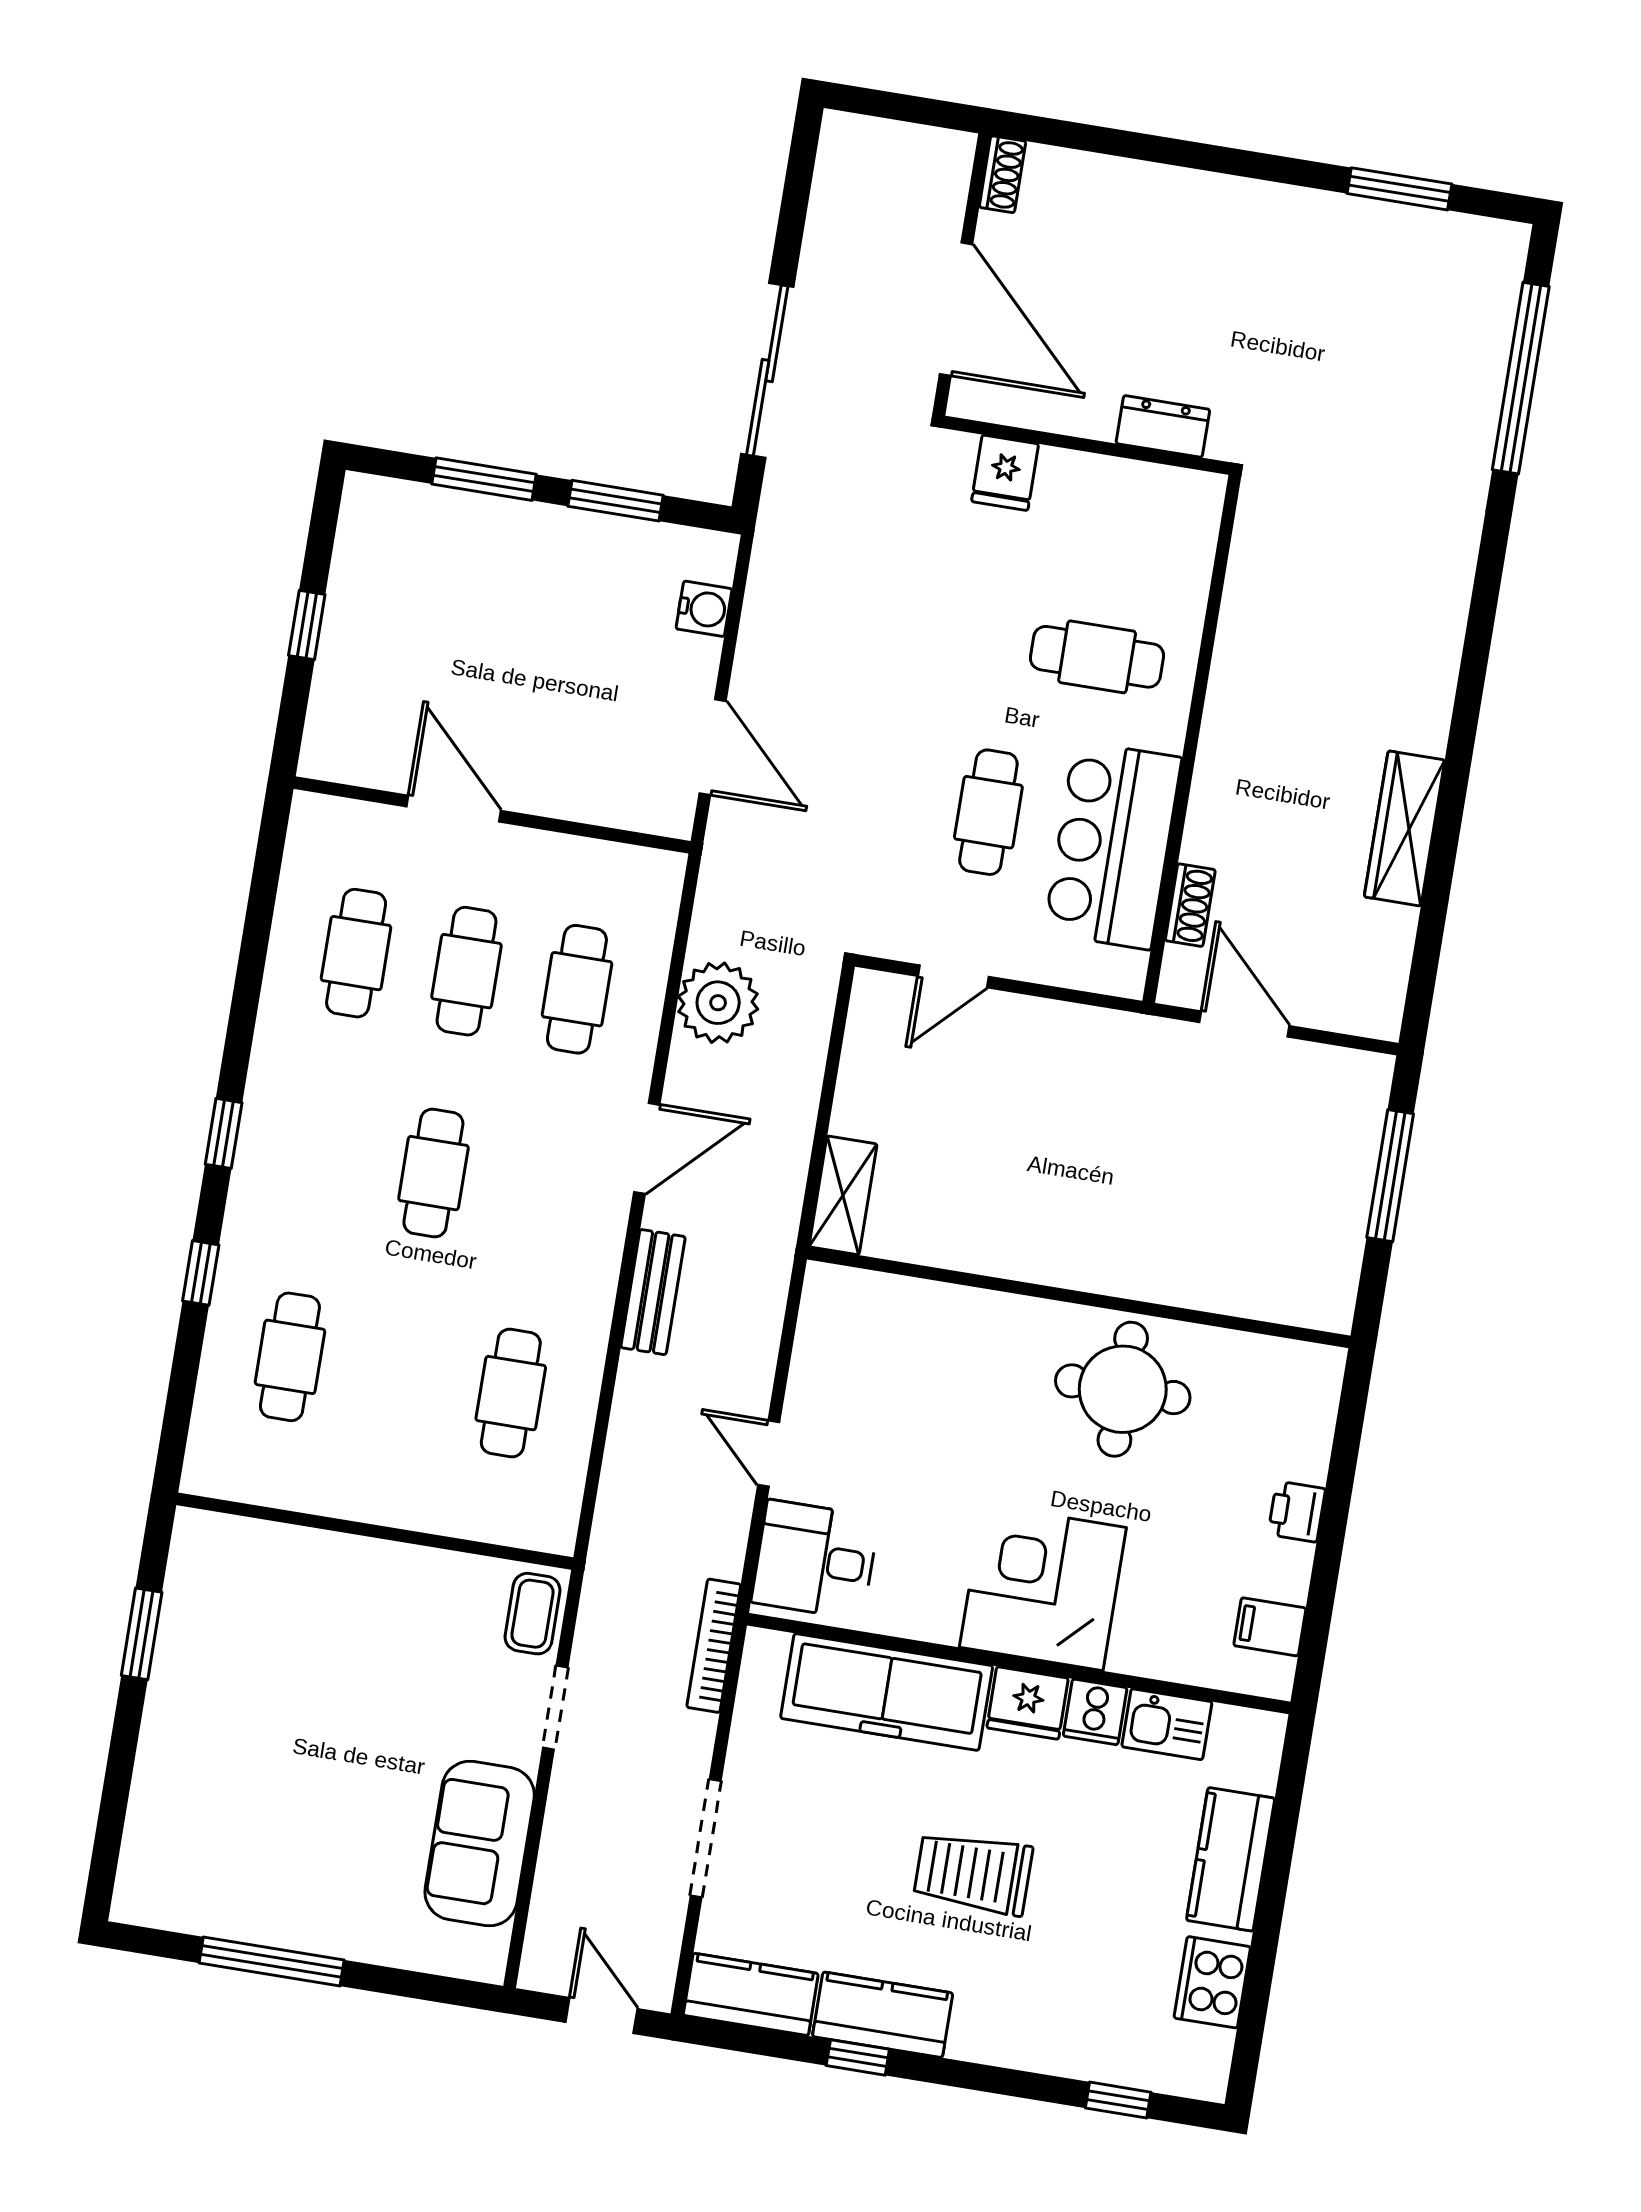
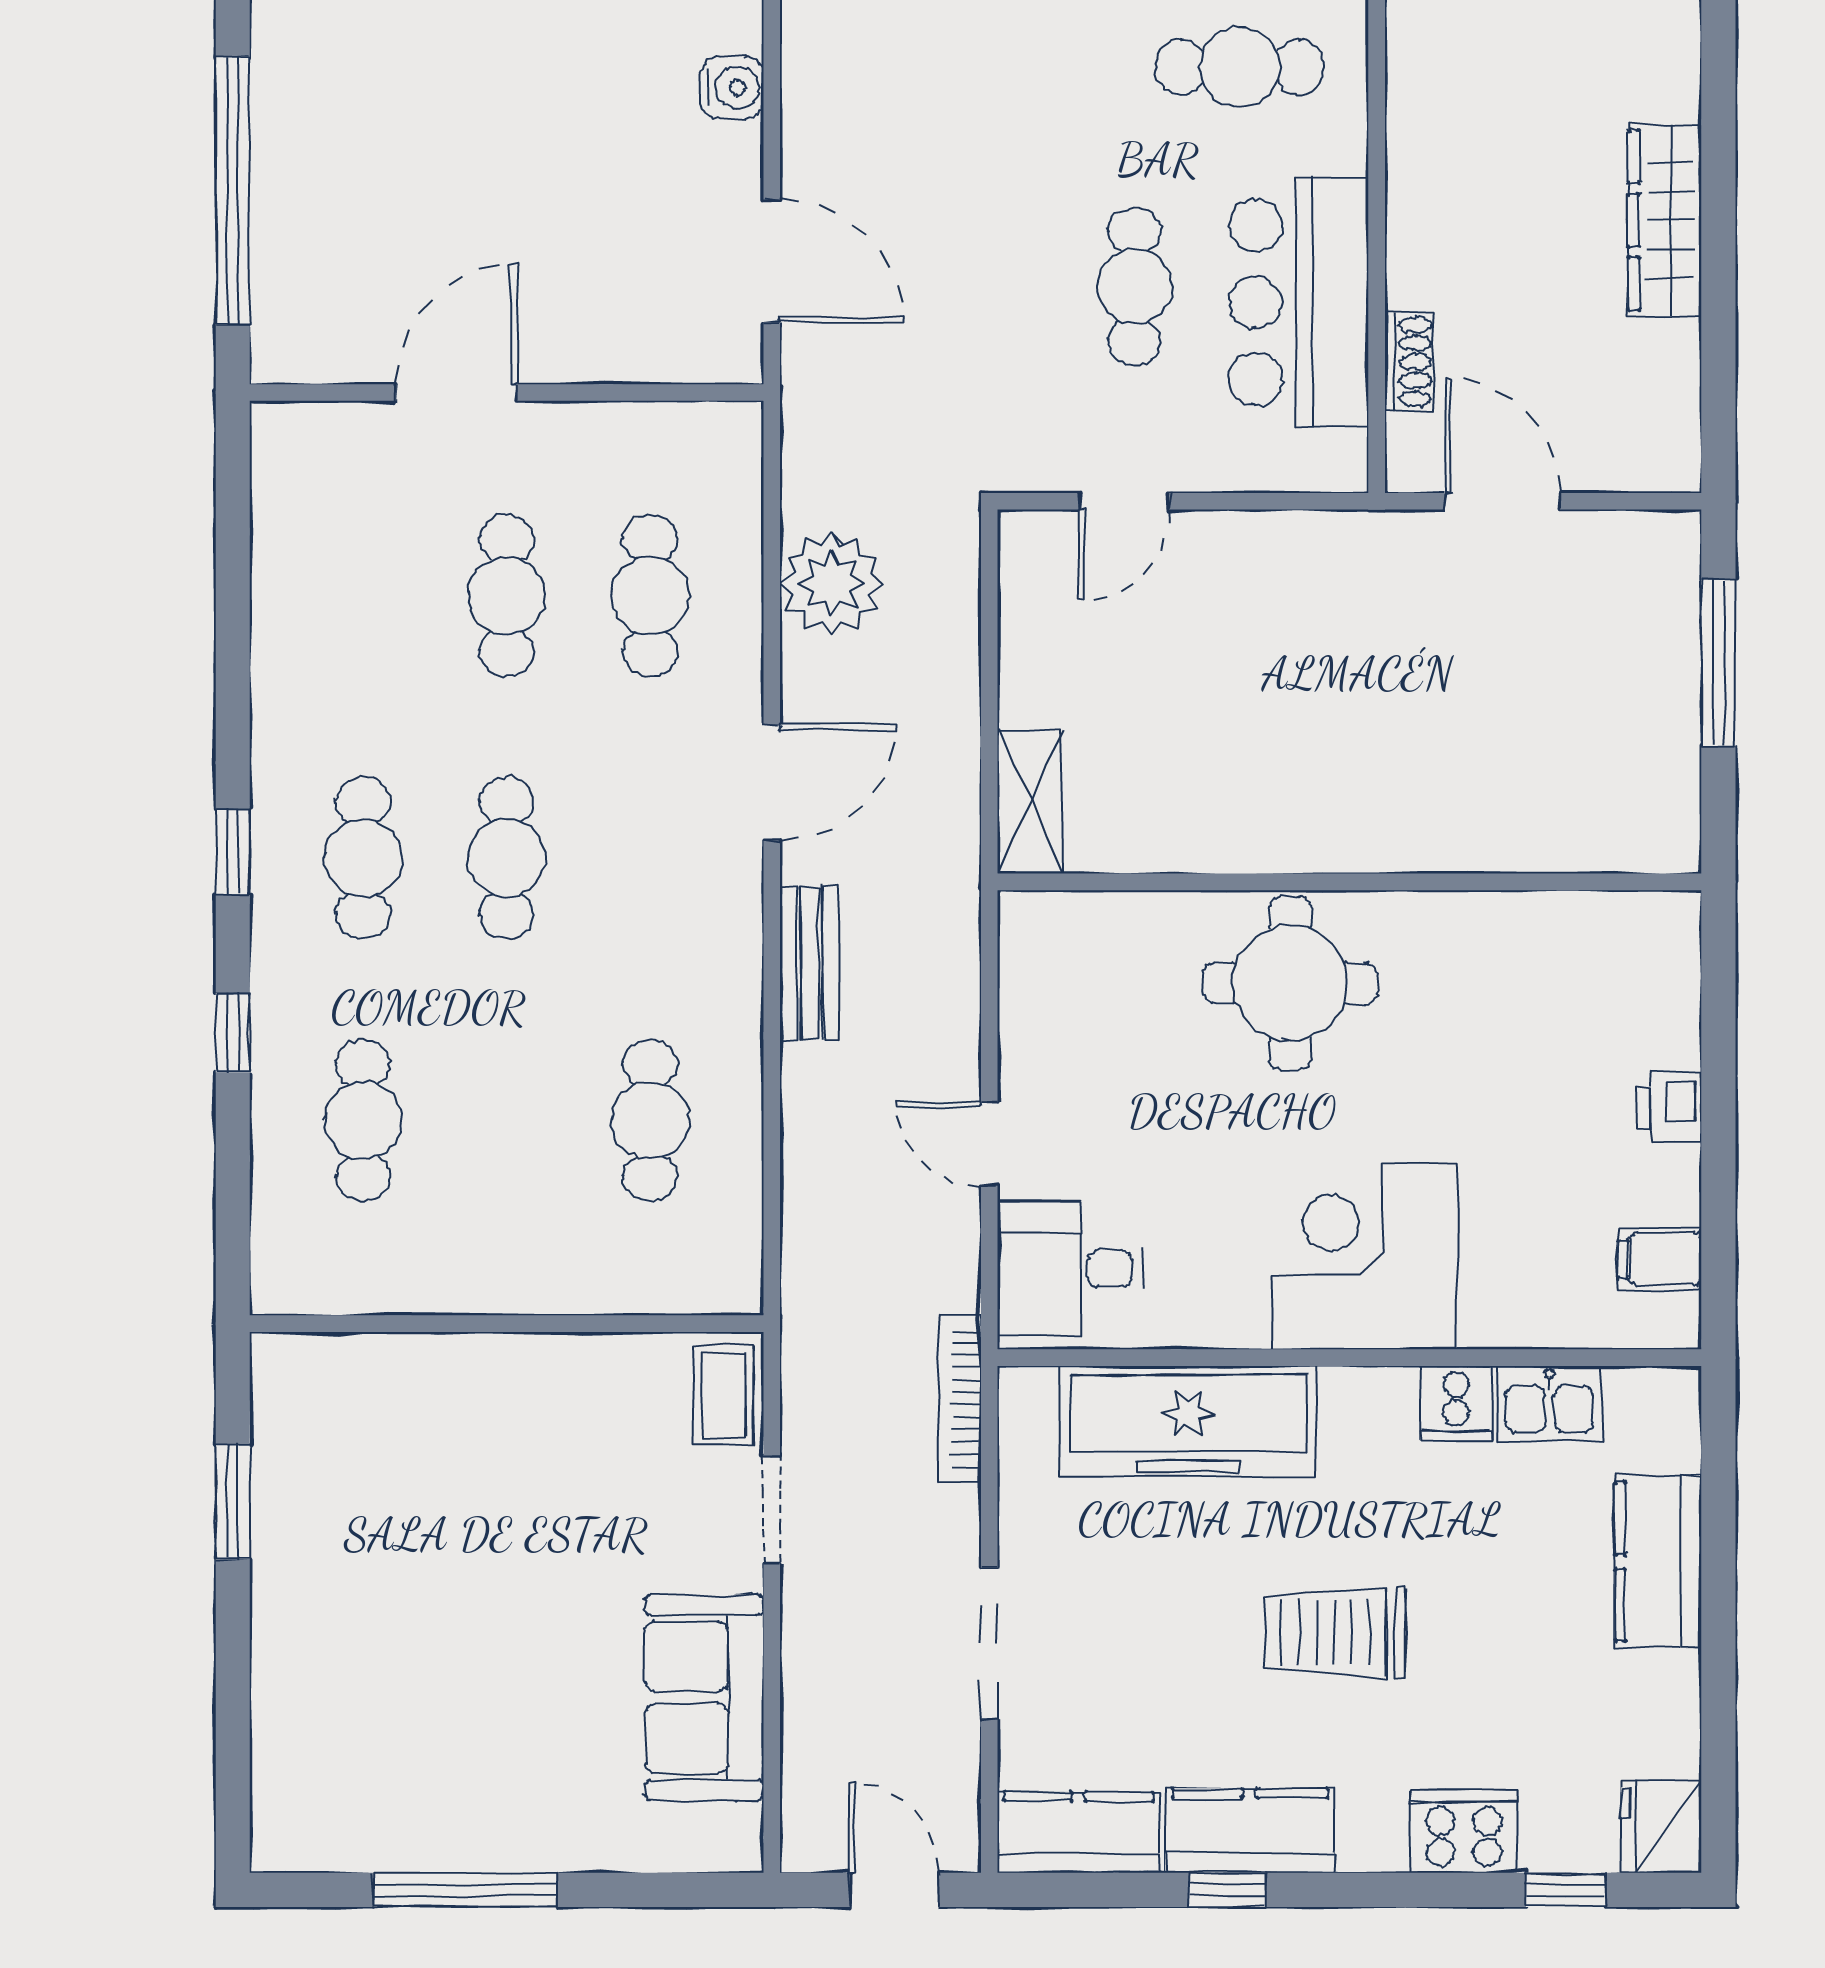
window: (307, 625) -> (233, 191), width x3.17
door: (454, 809) -> (457, 393), hinge flipped
cafe table: (356, 953) -> (363, 858), moved
round table: (1123, 1389) -> (1290, 983), moved
fridge: (1028, 1703) -> (1661, 1826), moved, turned 90
cooker: (1212, 1982) -> (1464, 1832), moved, turned 90

